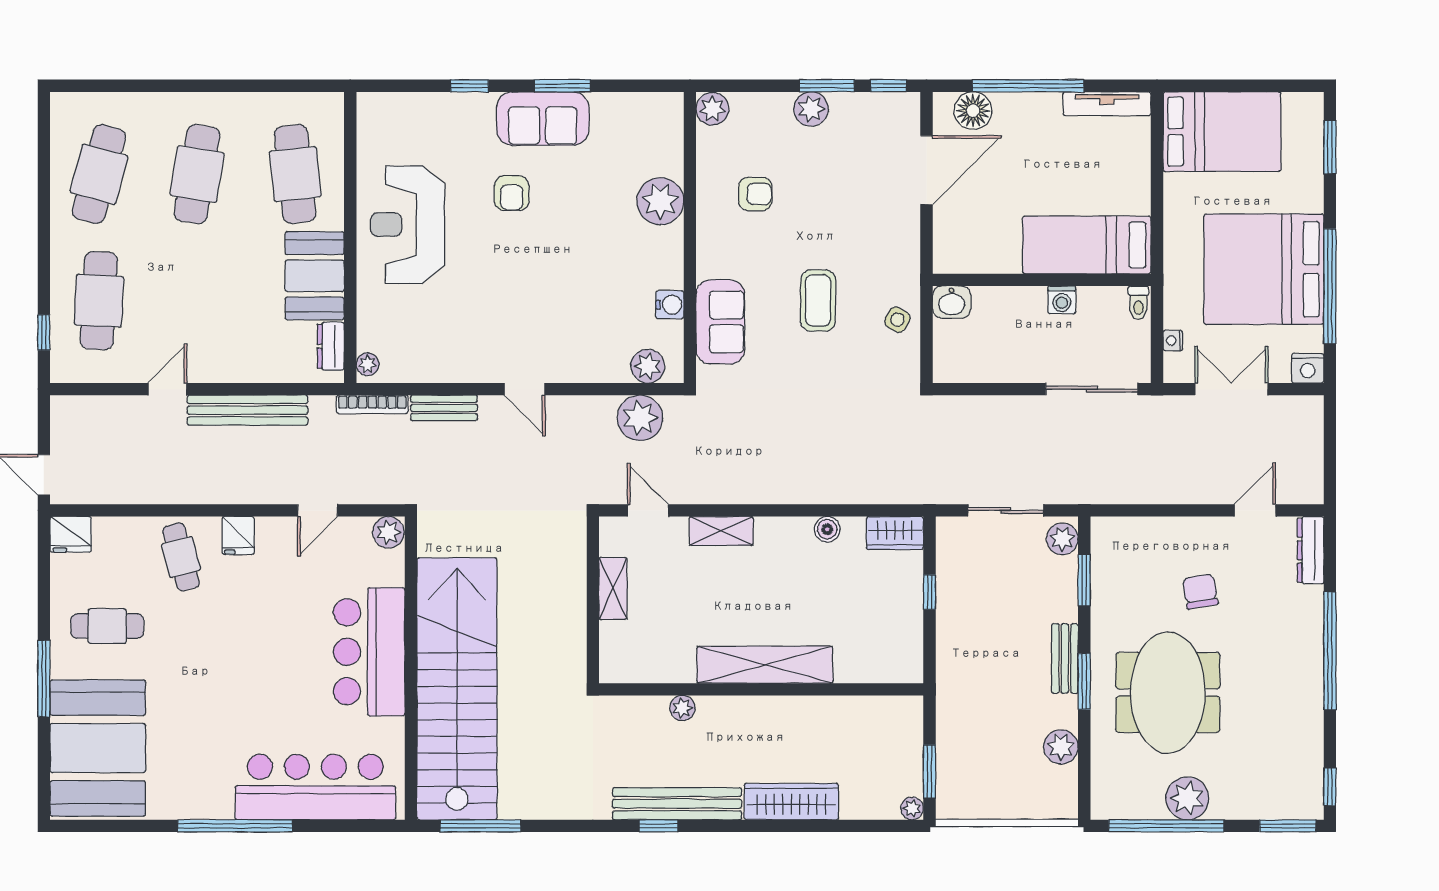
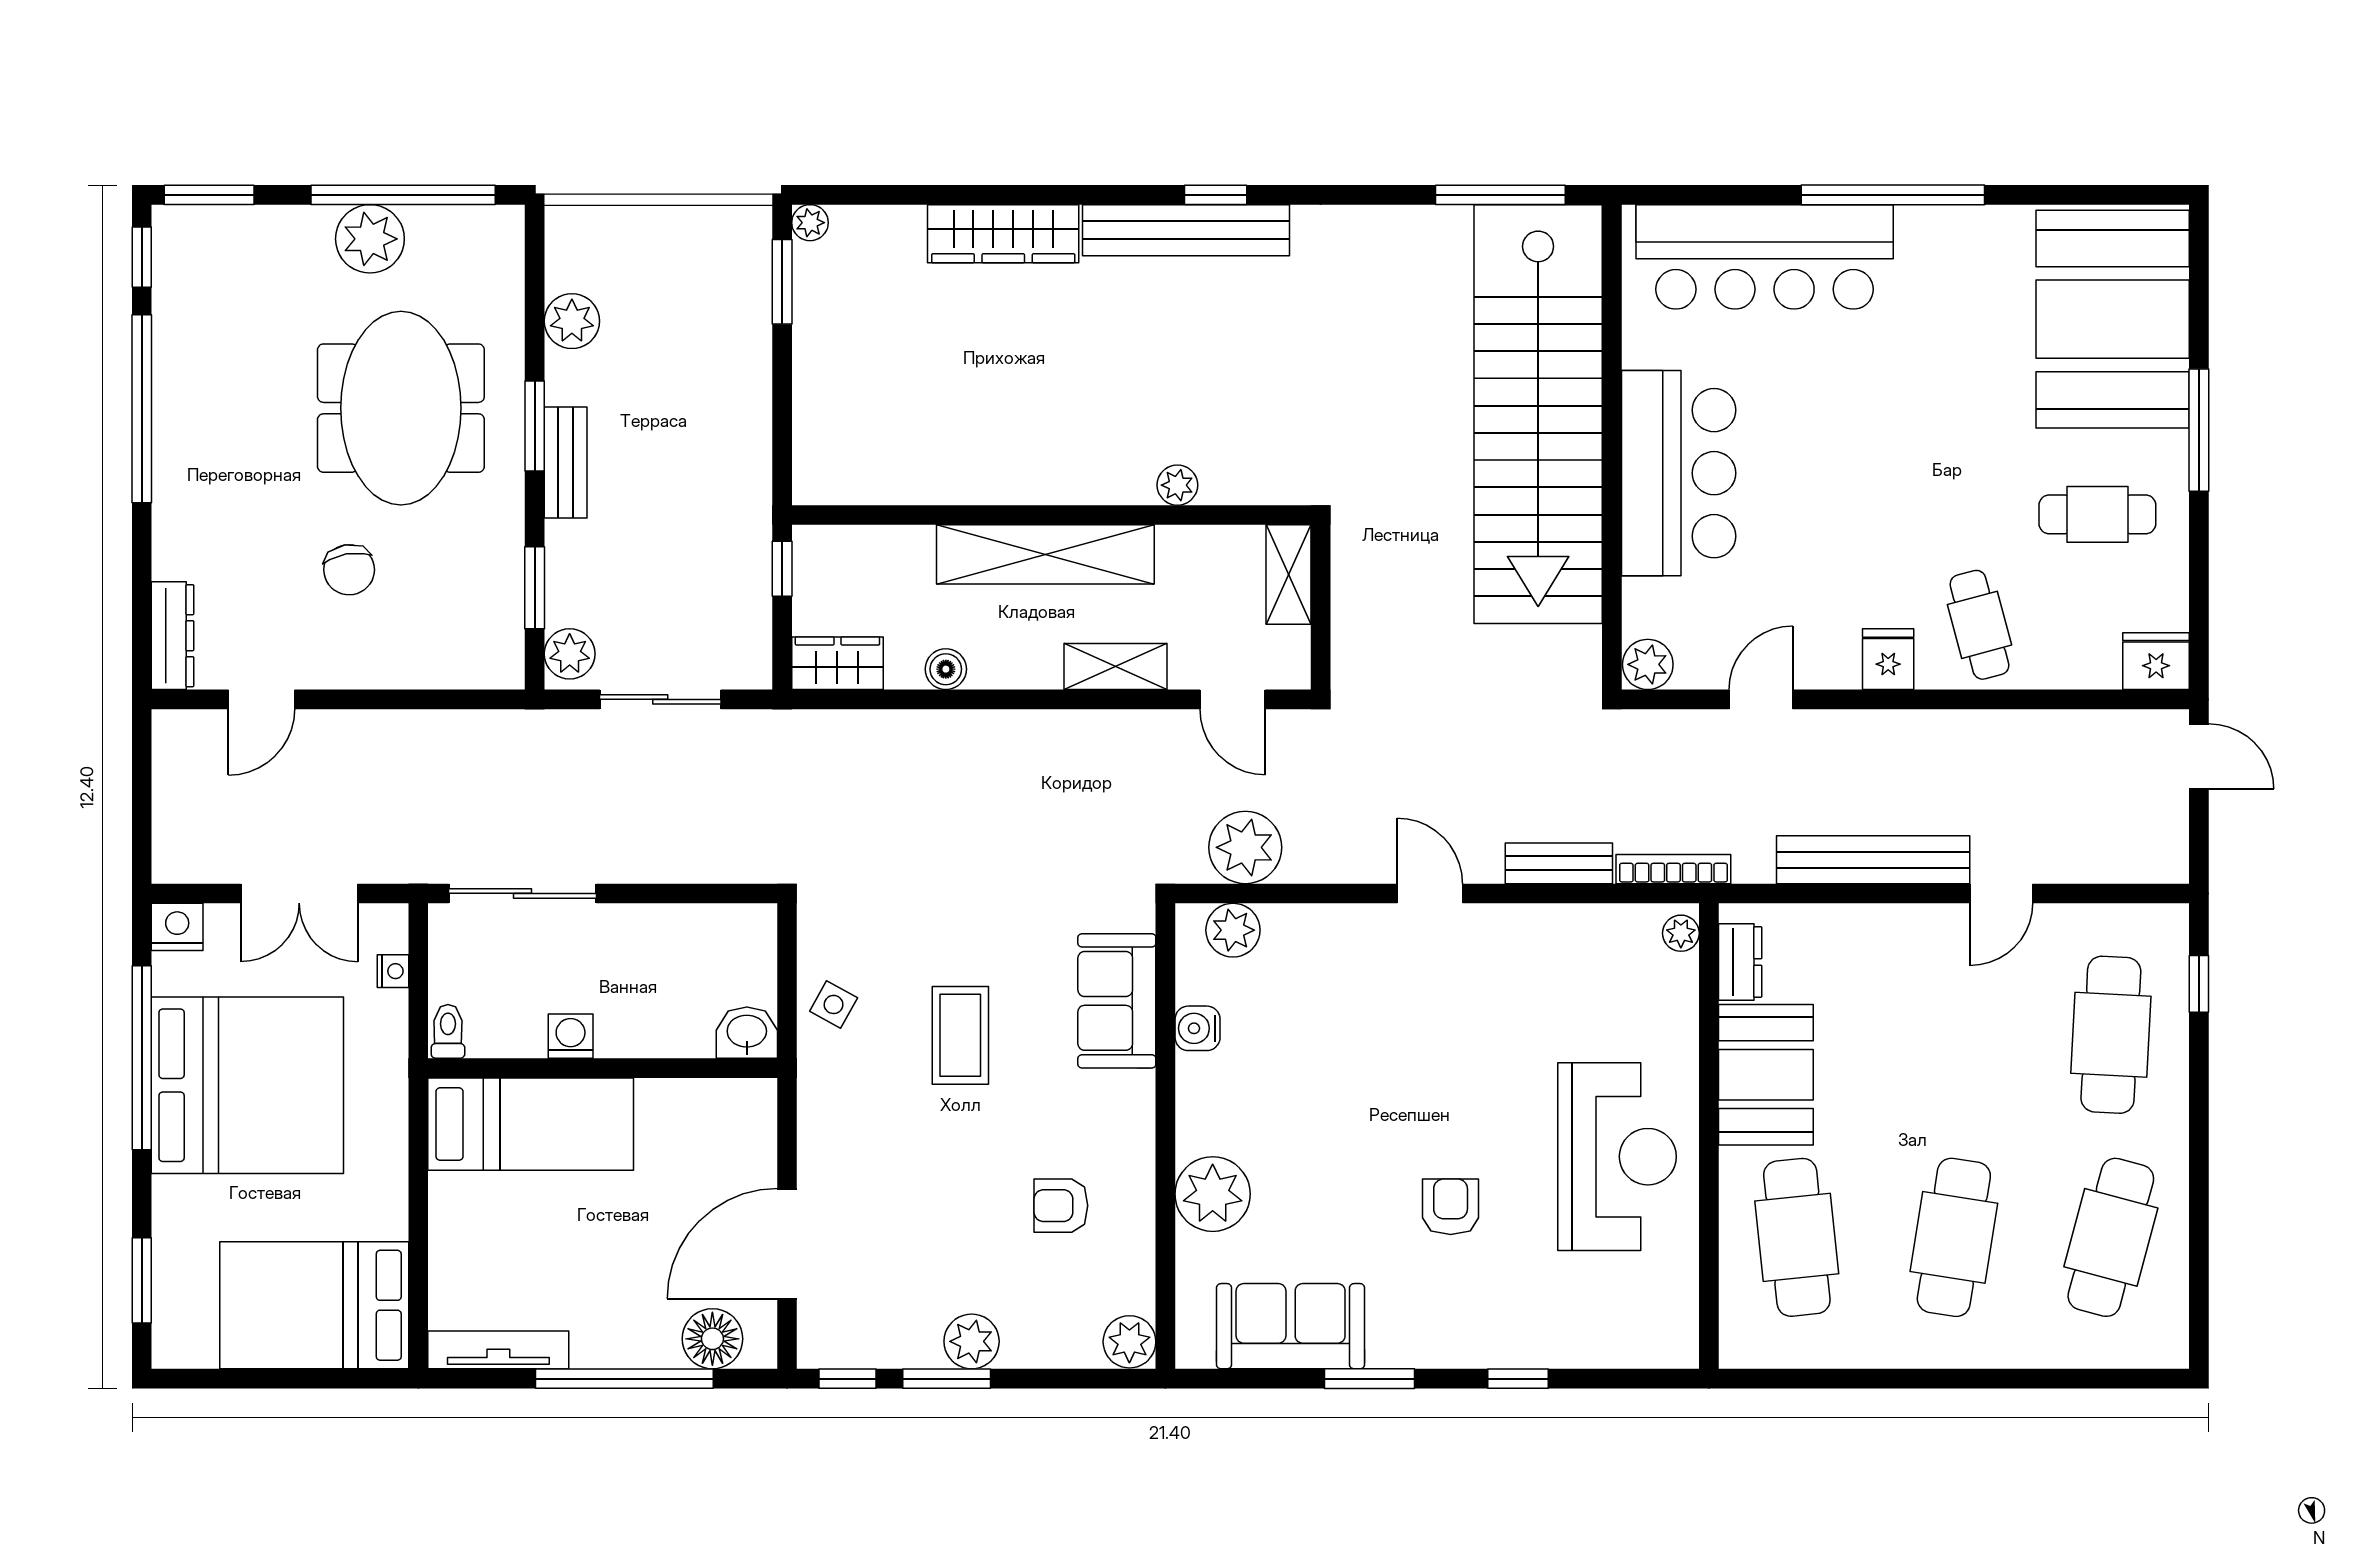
sofa: (543, 119) -> (1291, 1326), moved
window: (1330, 651) -> (142, 409), moved
shelving: (765, 665) -> (1045, 554), moved
wall: (761, 689) -> (1051, 515), moved
plant: (682, 708) -> (1177, 485), moved

